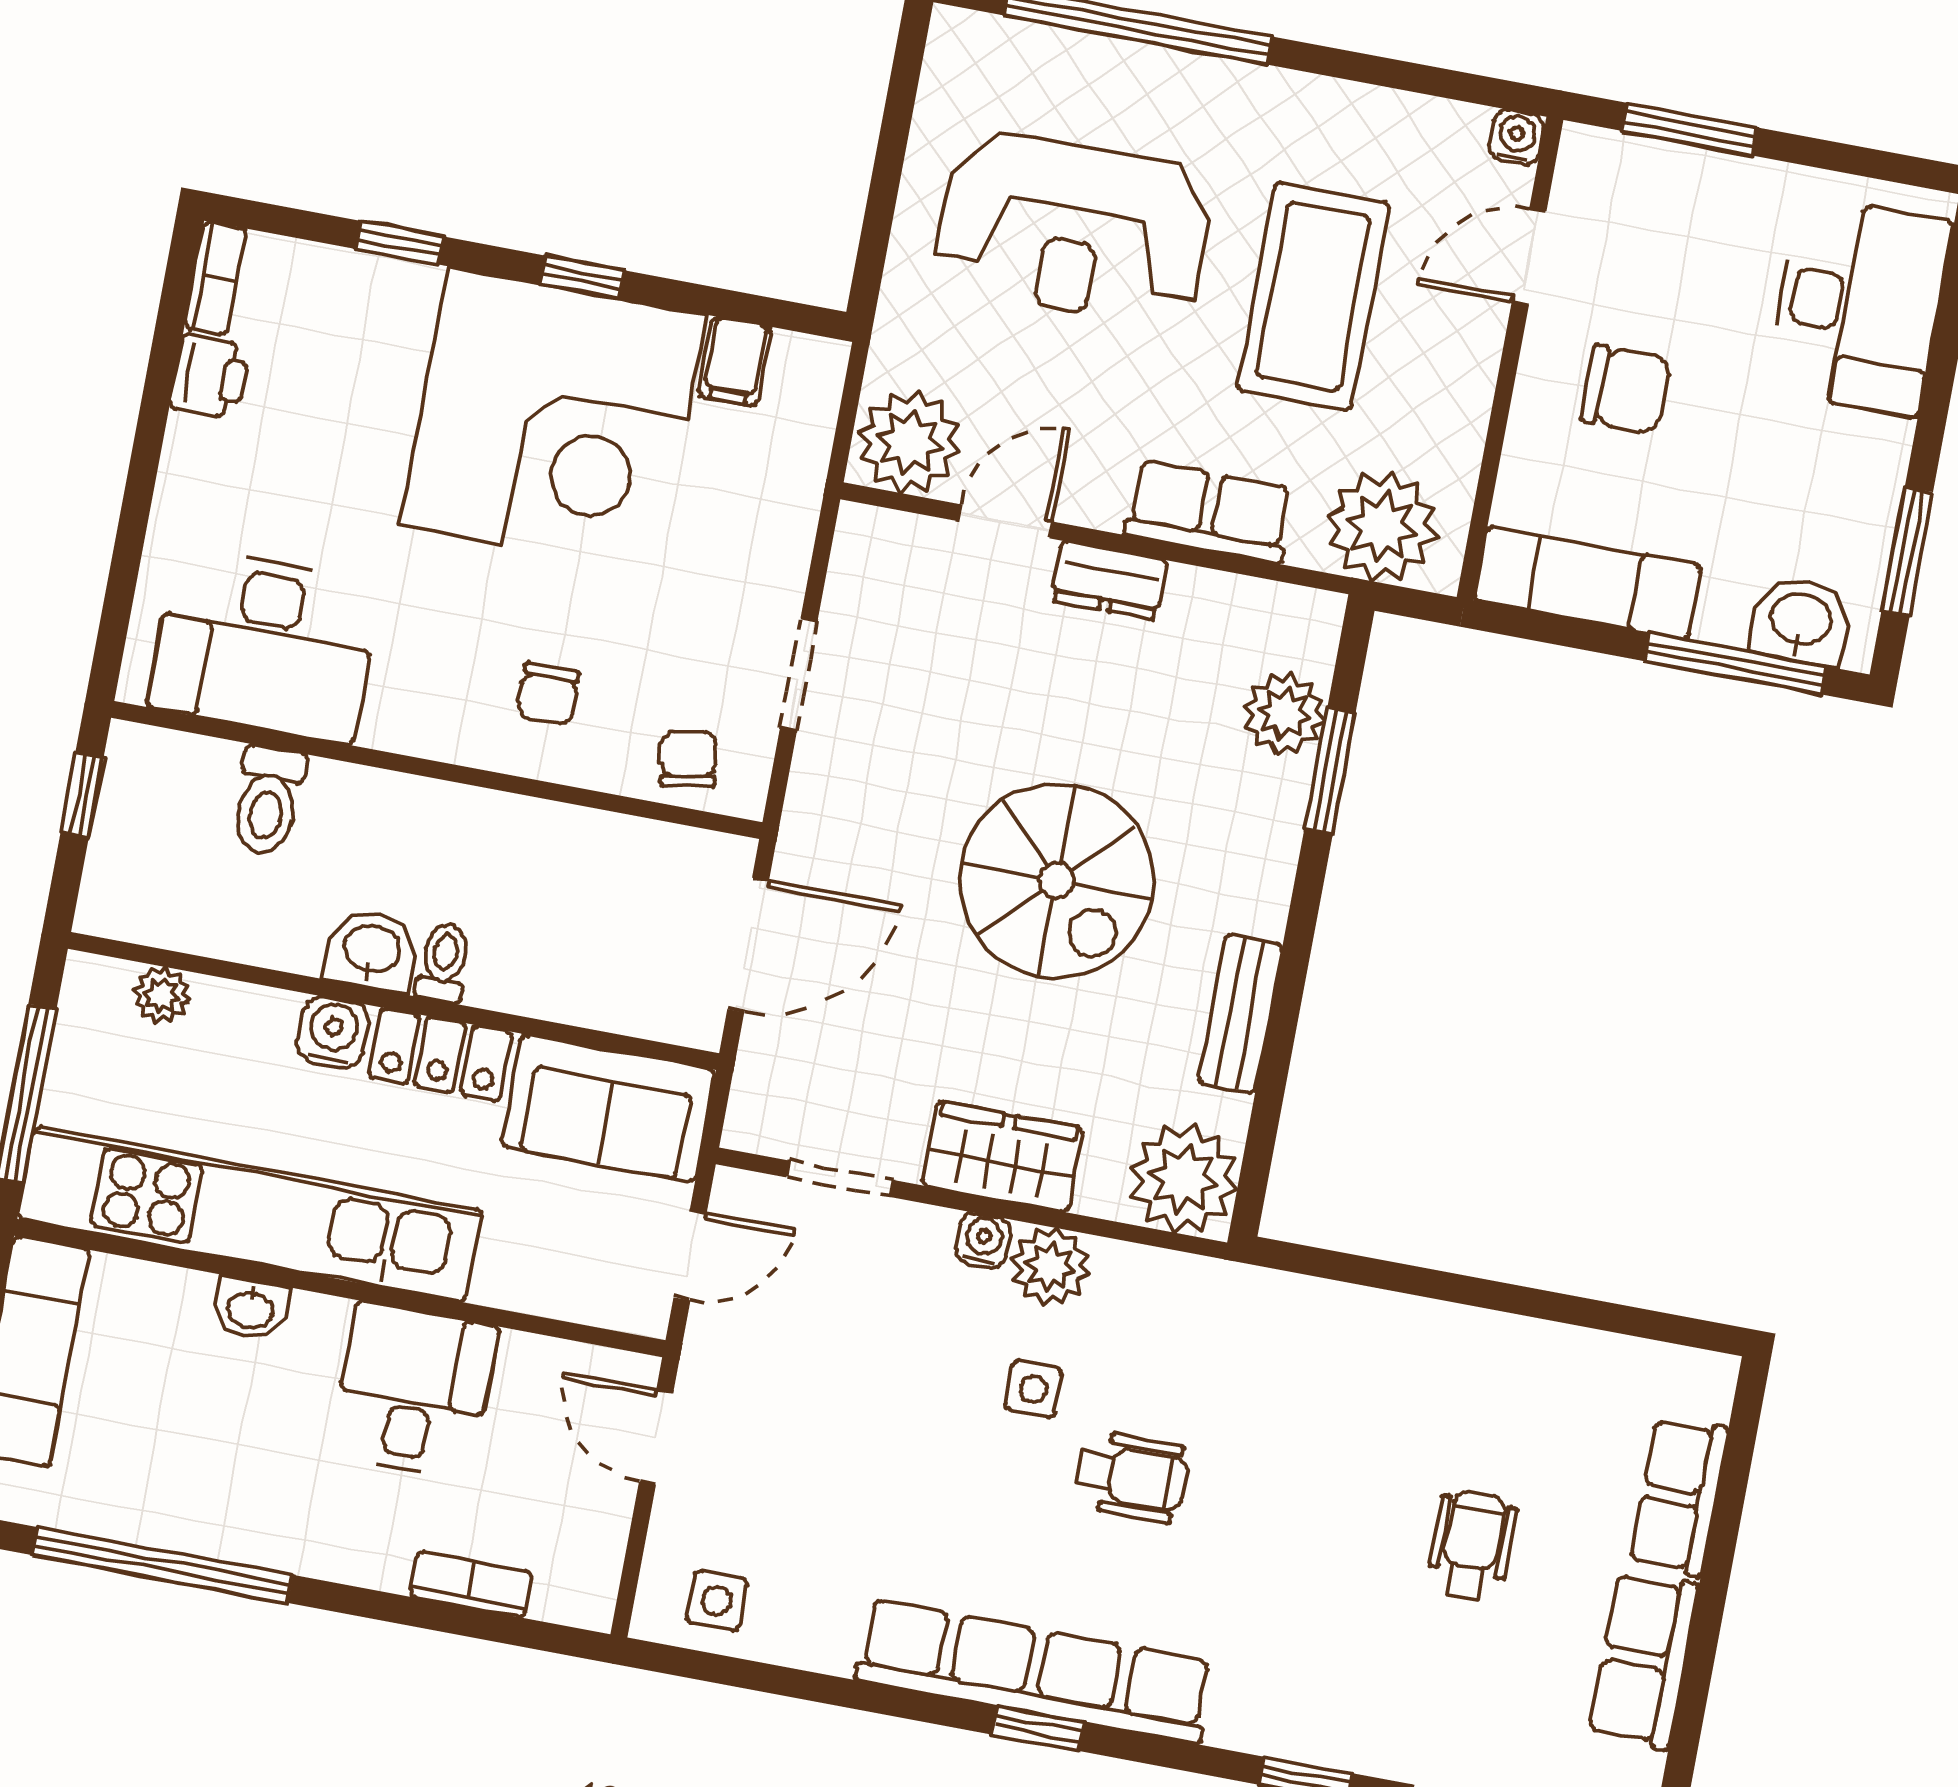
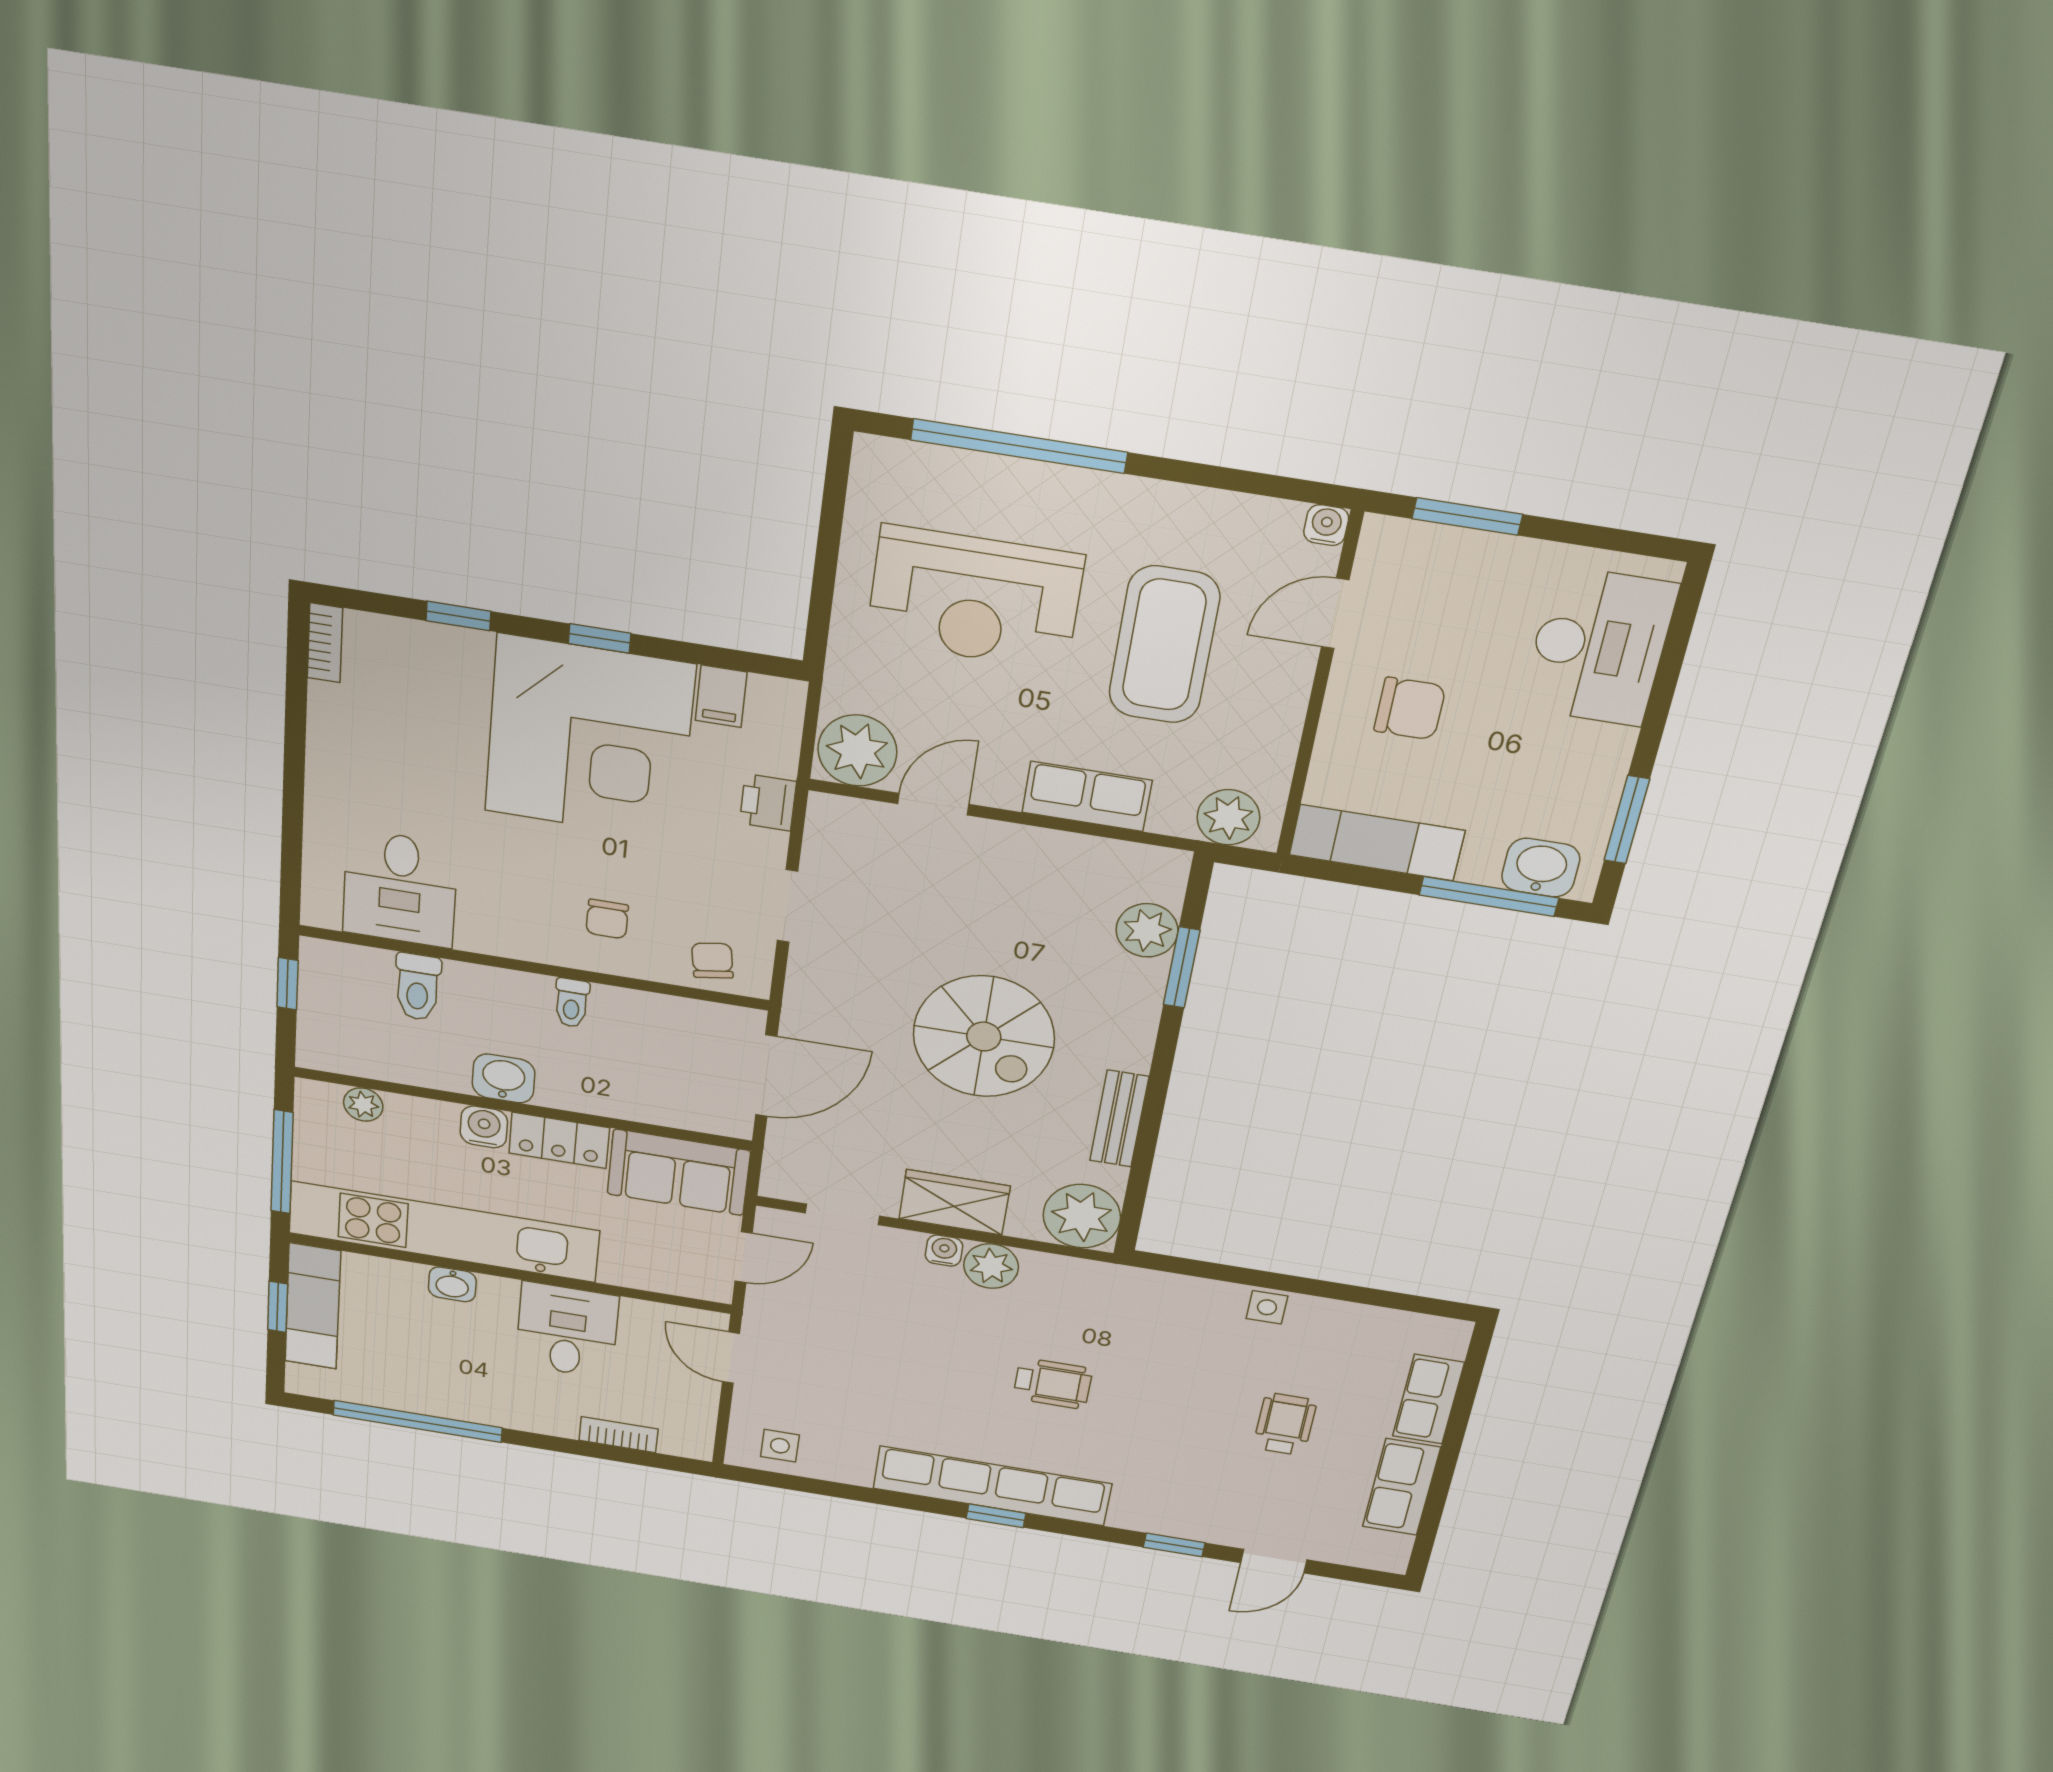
printer: (210, 377) -> (768, 802), moved, turned 180
plant: (1382, 527) -> (1228, 817), width x0.73, depth x0.73
dresser: (1109, 580) -> (1013, 843), removed
desk: (265, 645) -> (400, 889), width x0.73
toilet: (444, 963) -> (572, 1003), moved, turned 180
side table: (1033, 1389) -> (1267, 1307), moved

